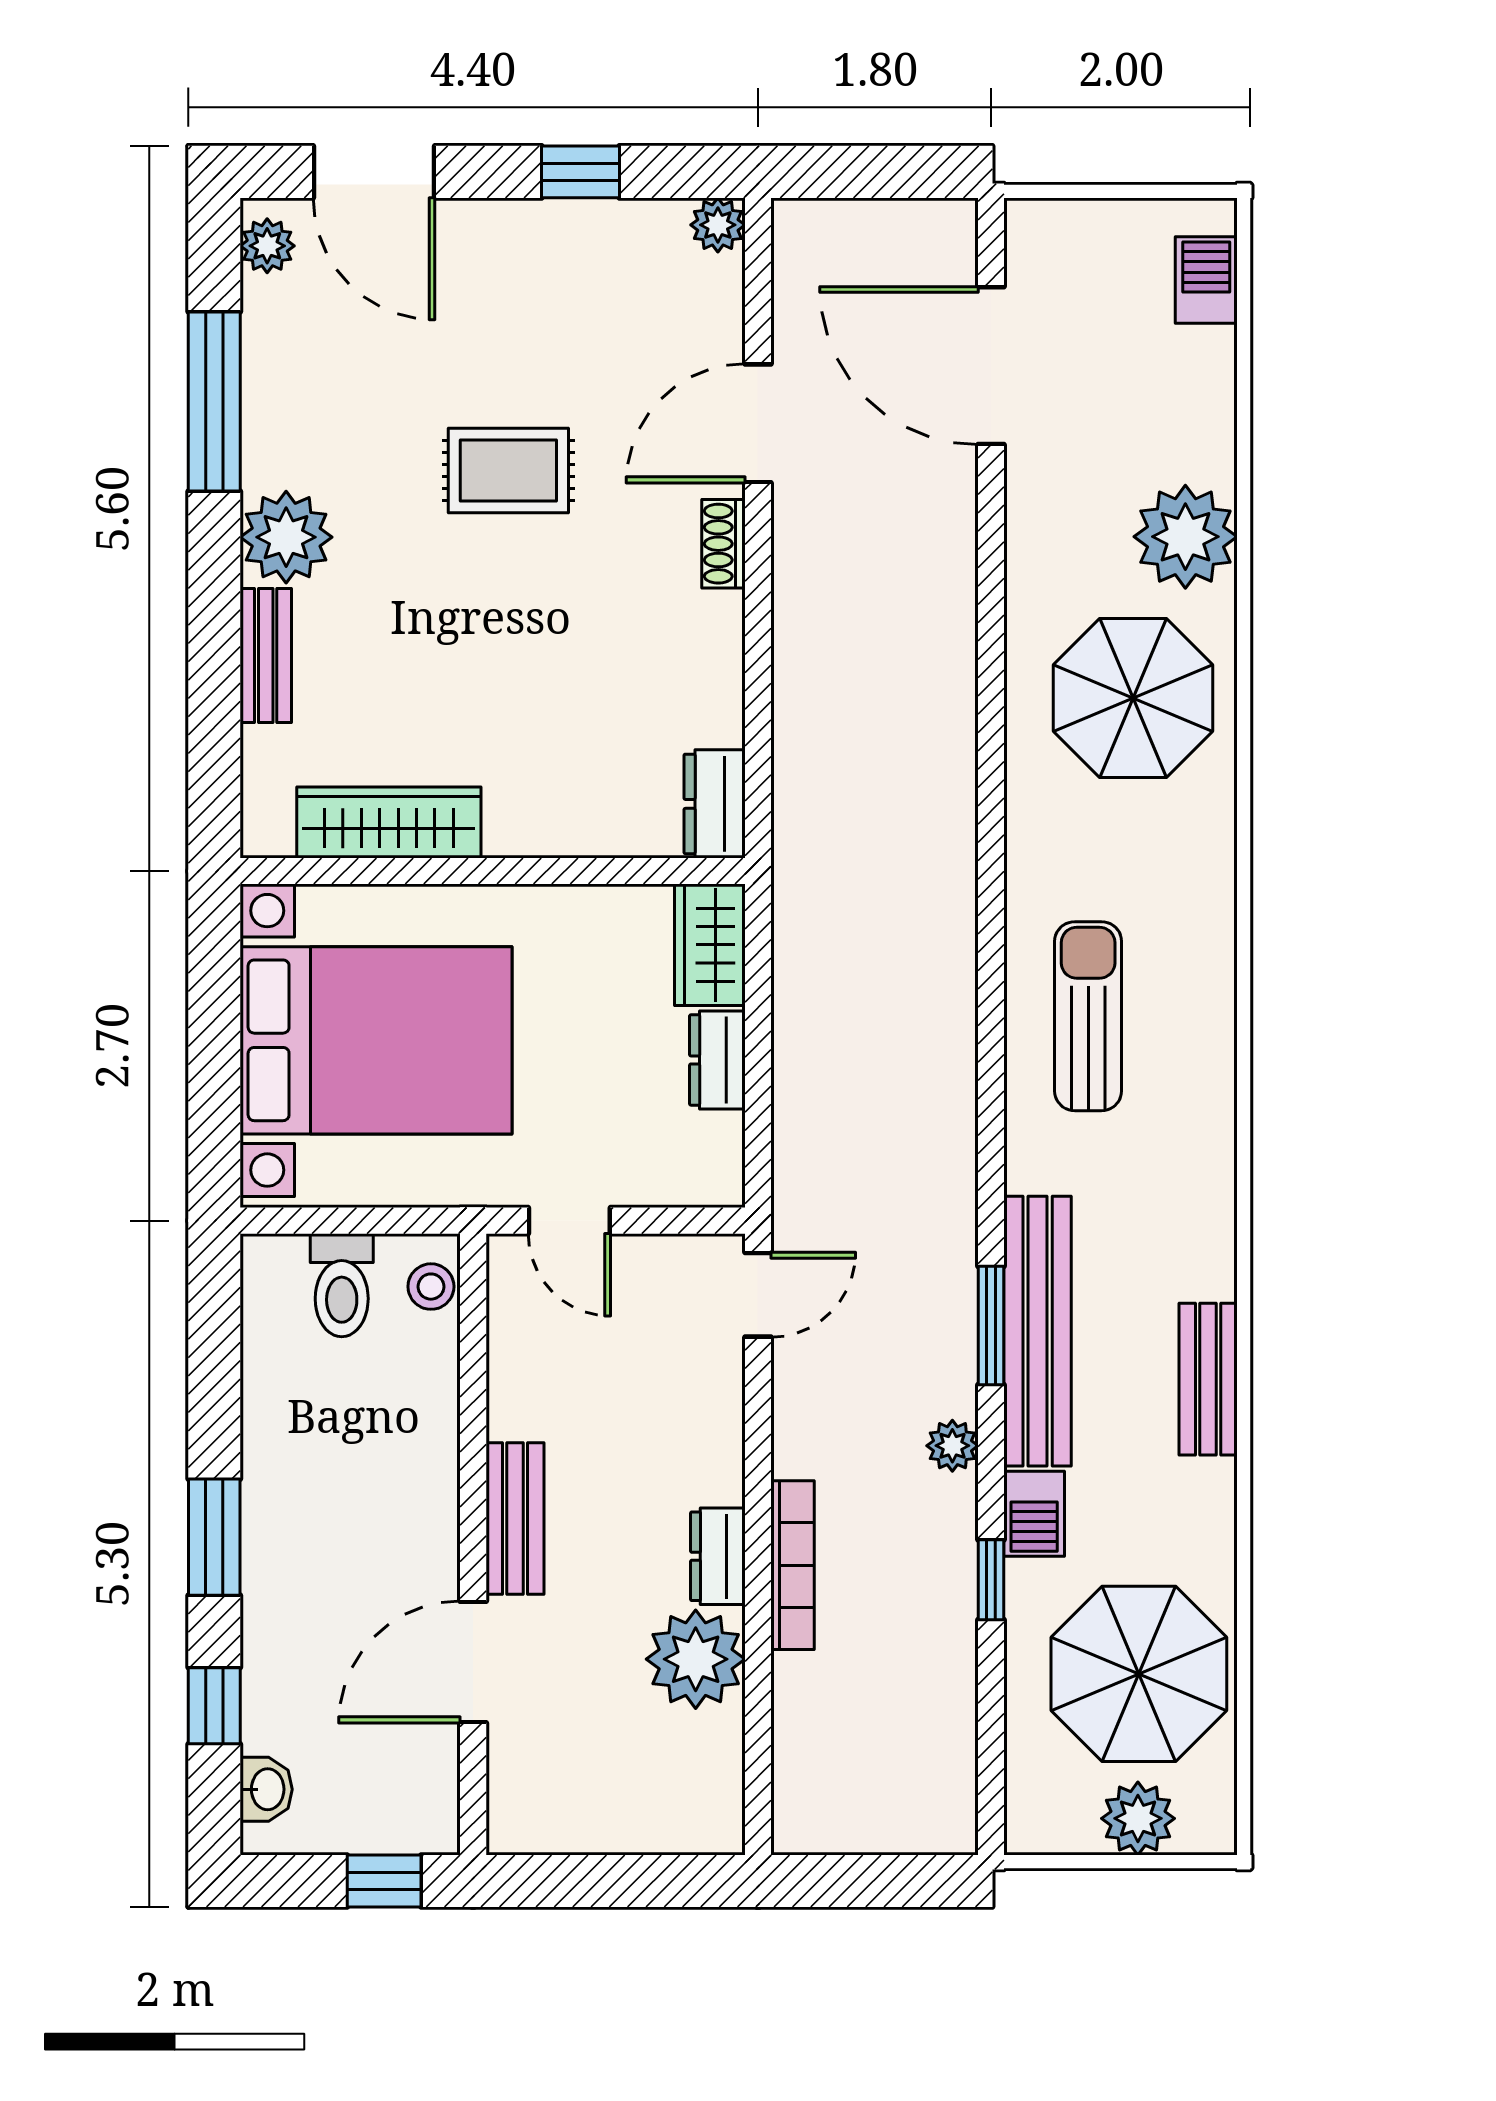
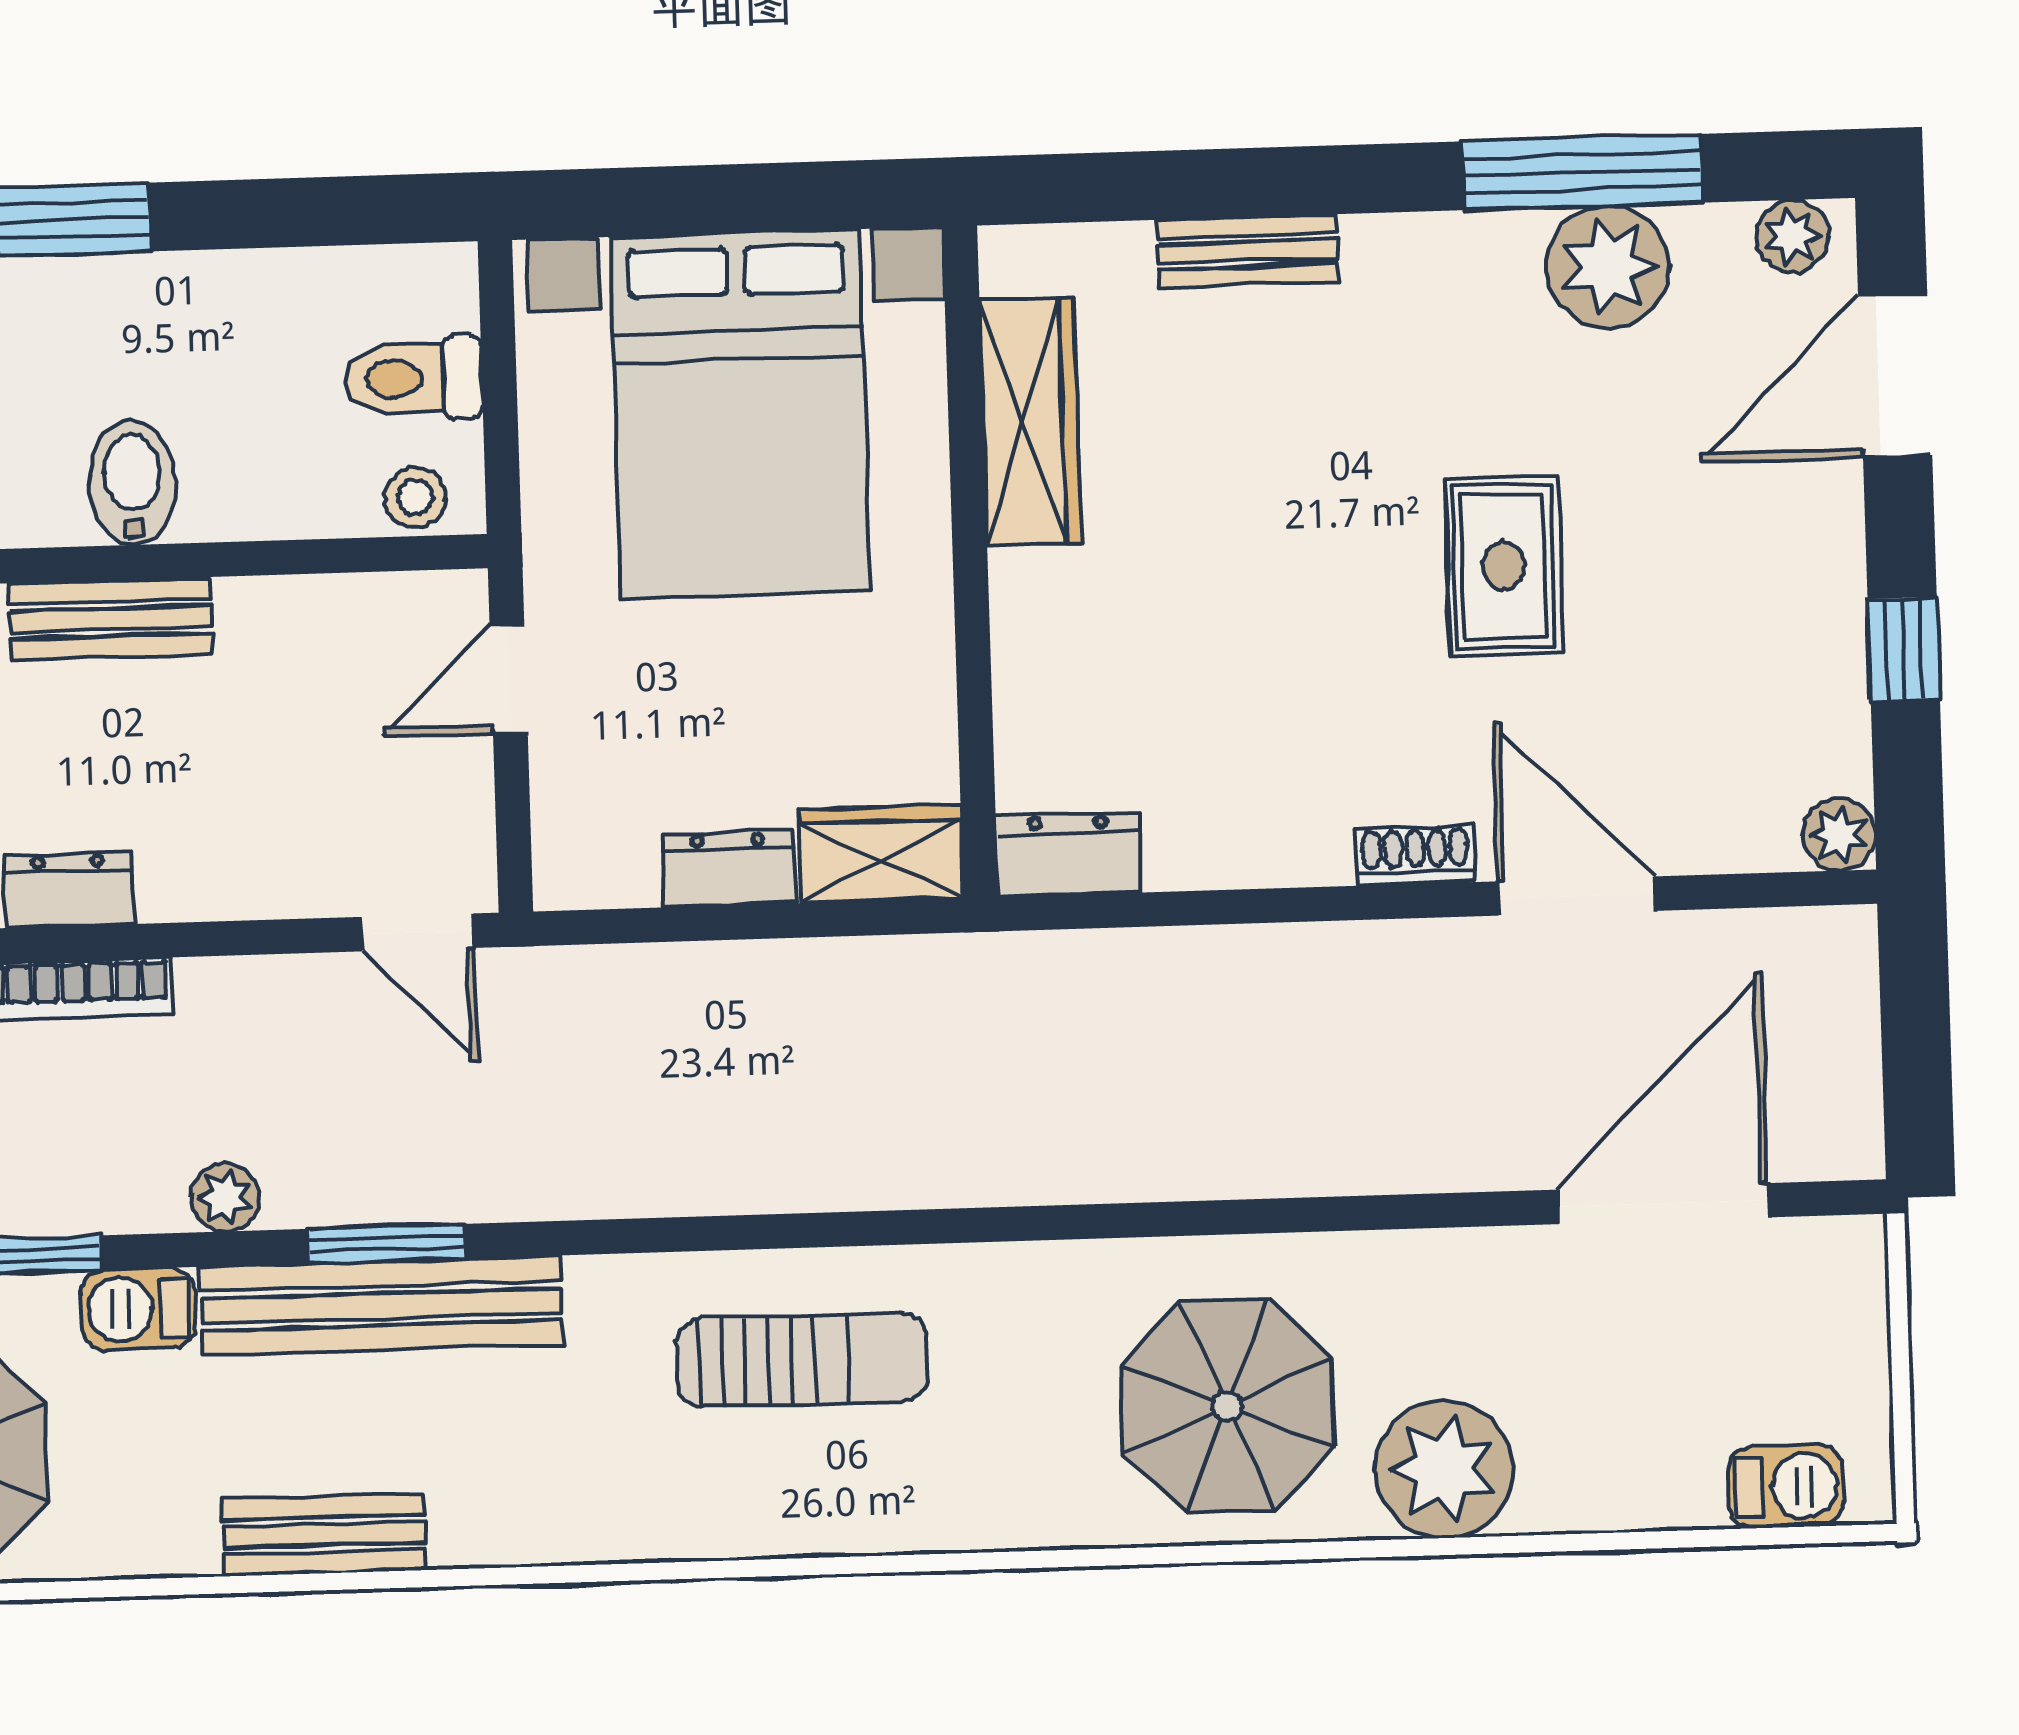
plant: (286, 537) -> (1608, 267), moved
bidet: (413, 1499) -> (132, 482), added

